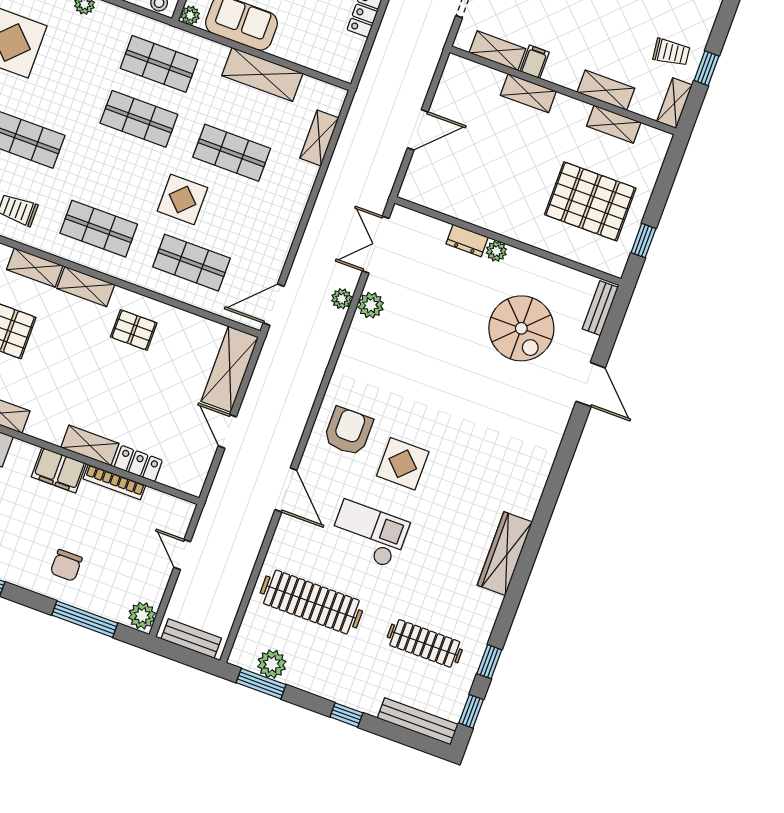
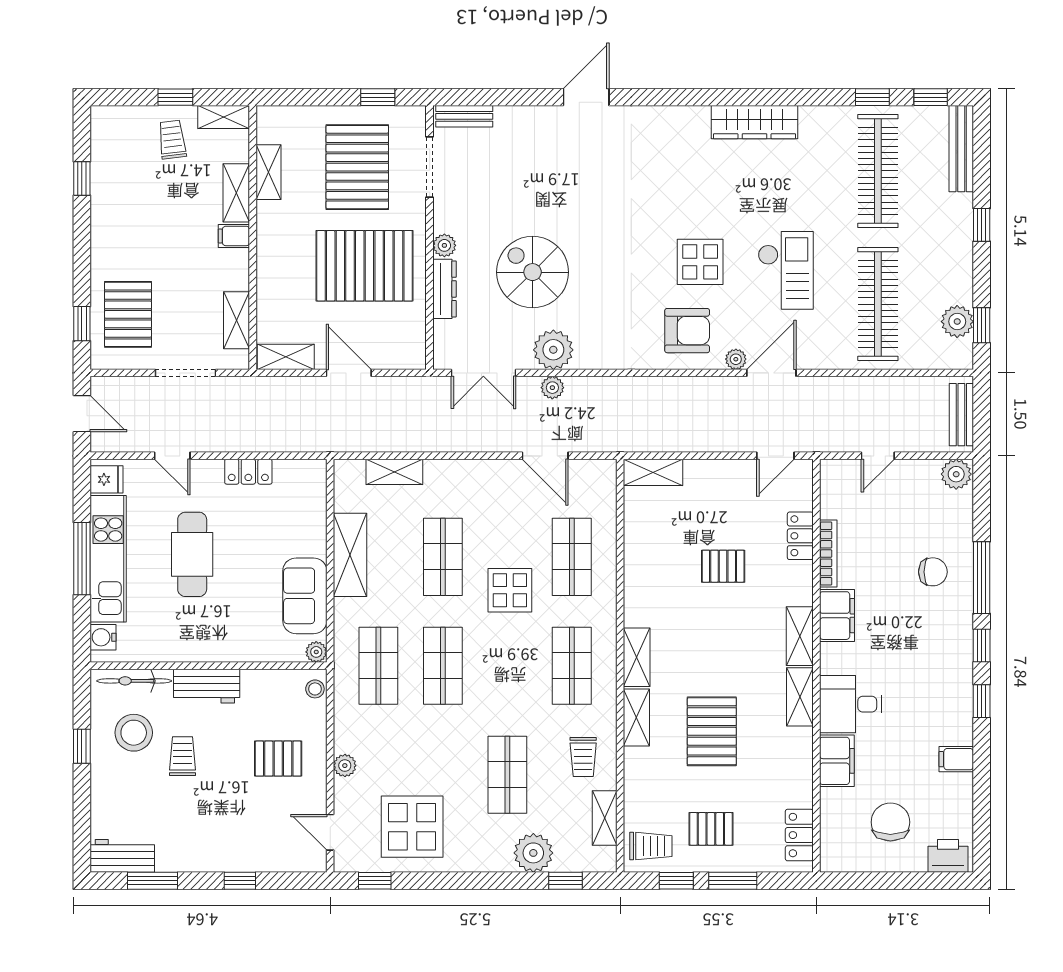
filing cabinet: (535, 62) -> (234, 236), moved
shelving: (528, 93) -> (286, 357), moved, turned 90
pallet: (504, 177) -> (365, 266), added
dresser: (467, 240) -> (444, 289), width x1.44
doorway: (568, 263) -> (430, 167), added
door: (274, 305) -> (545, 456), moved
plant: (371, 305) -> (553, 350), width x1.36, depth x1.36
spiral stairs: (521, 328) -> (533, 272), moved, turned -90
pallet: (134, 330) -> (723, 566), moved, turned 90
shelving: (230, 369) -> (653, 472), width x0.67, depth x0.75
door: (591, 385) -> (586, 97), moved
door: (227, 431) -> (775, 456), moved
armchair: (348, 431) -> (687, 331), turned 180
shelving: (90, 445) -> (800, 636), moved
plant: (309, 464) -> (736, 359), added
checkout: (369, 534) -> (786, 270), turned 180
window: (85, 619) -> (982, 578), moved
clothes rail: (425, 643) -> (878, 171), width x1.37, depth x1.31
window: (261, 684) -> (982, 325), width x0.67

